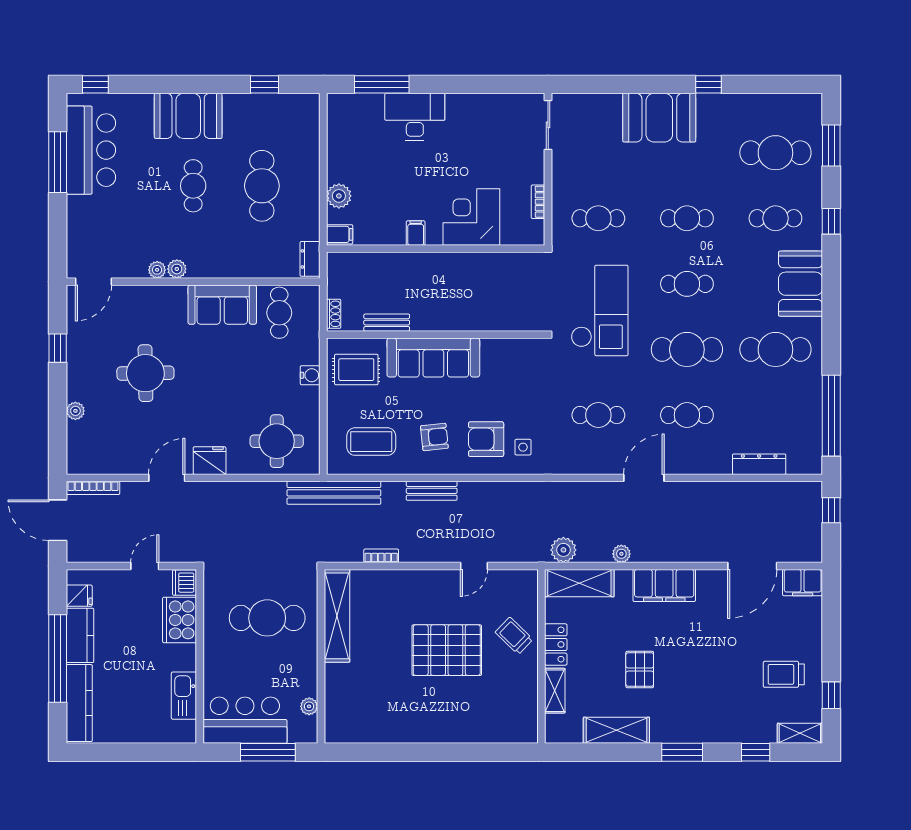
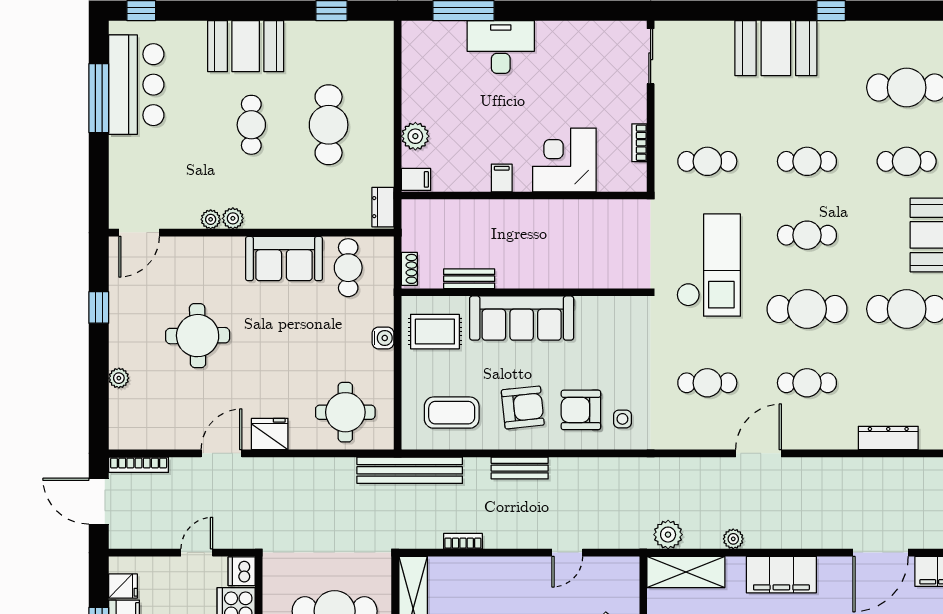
armchair: (434, 437) -> (523, 407), width x1.38, depth x1.38

